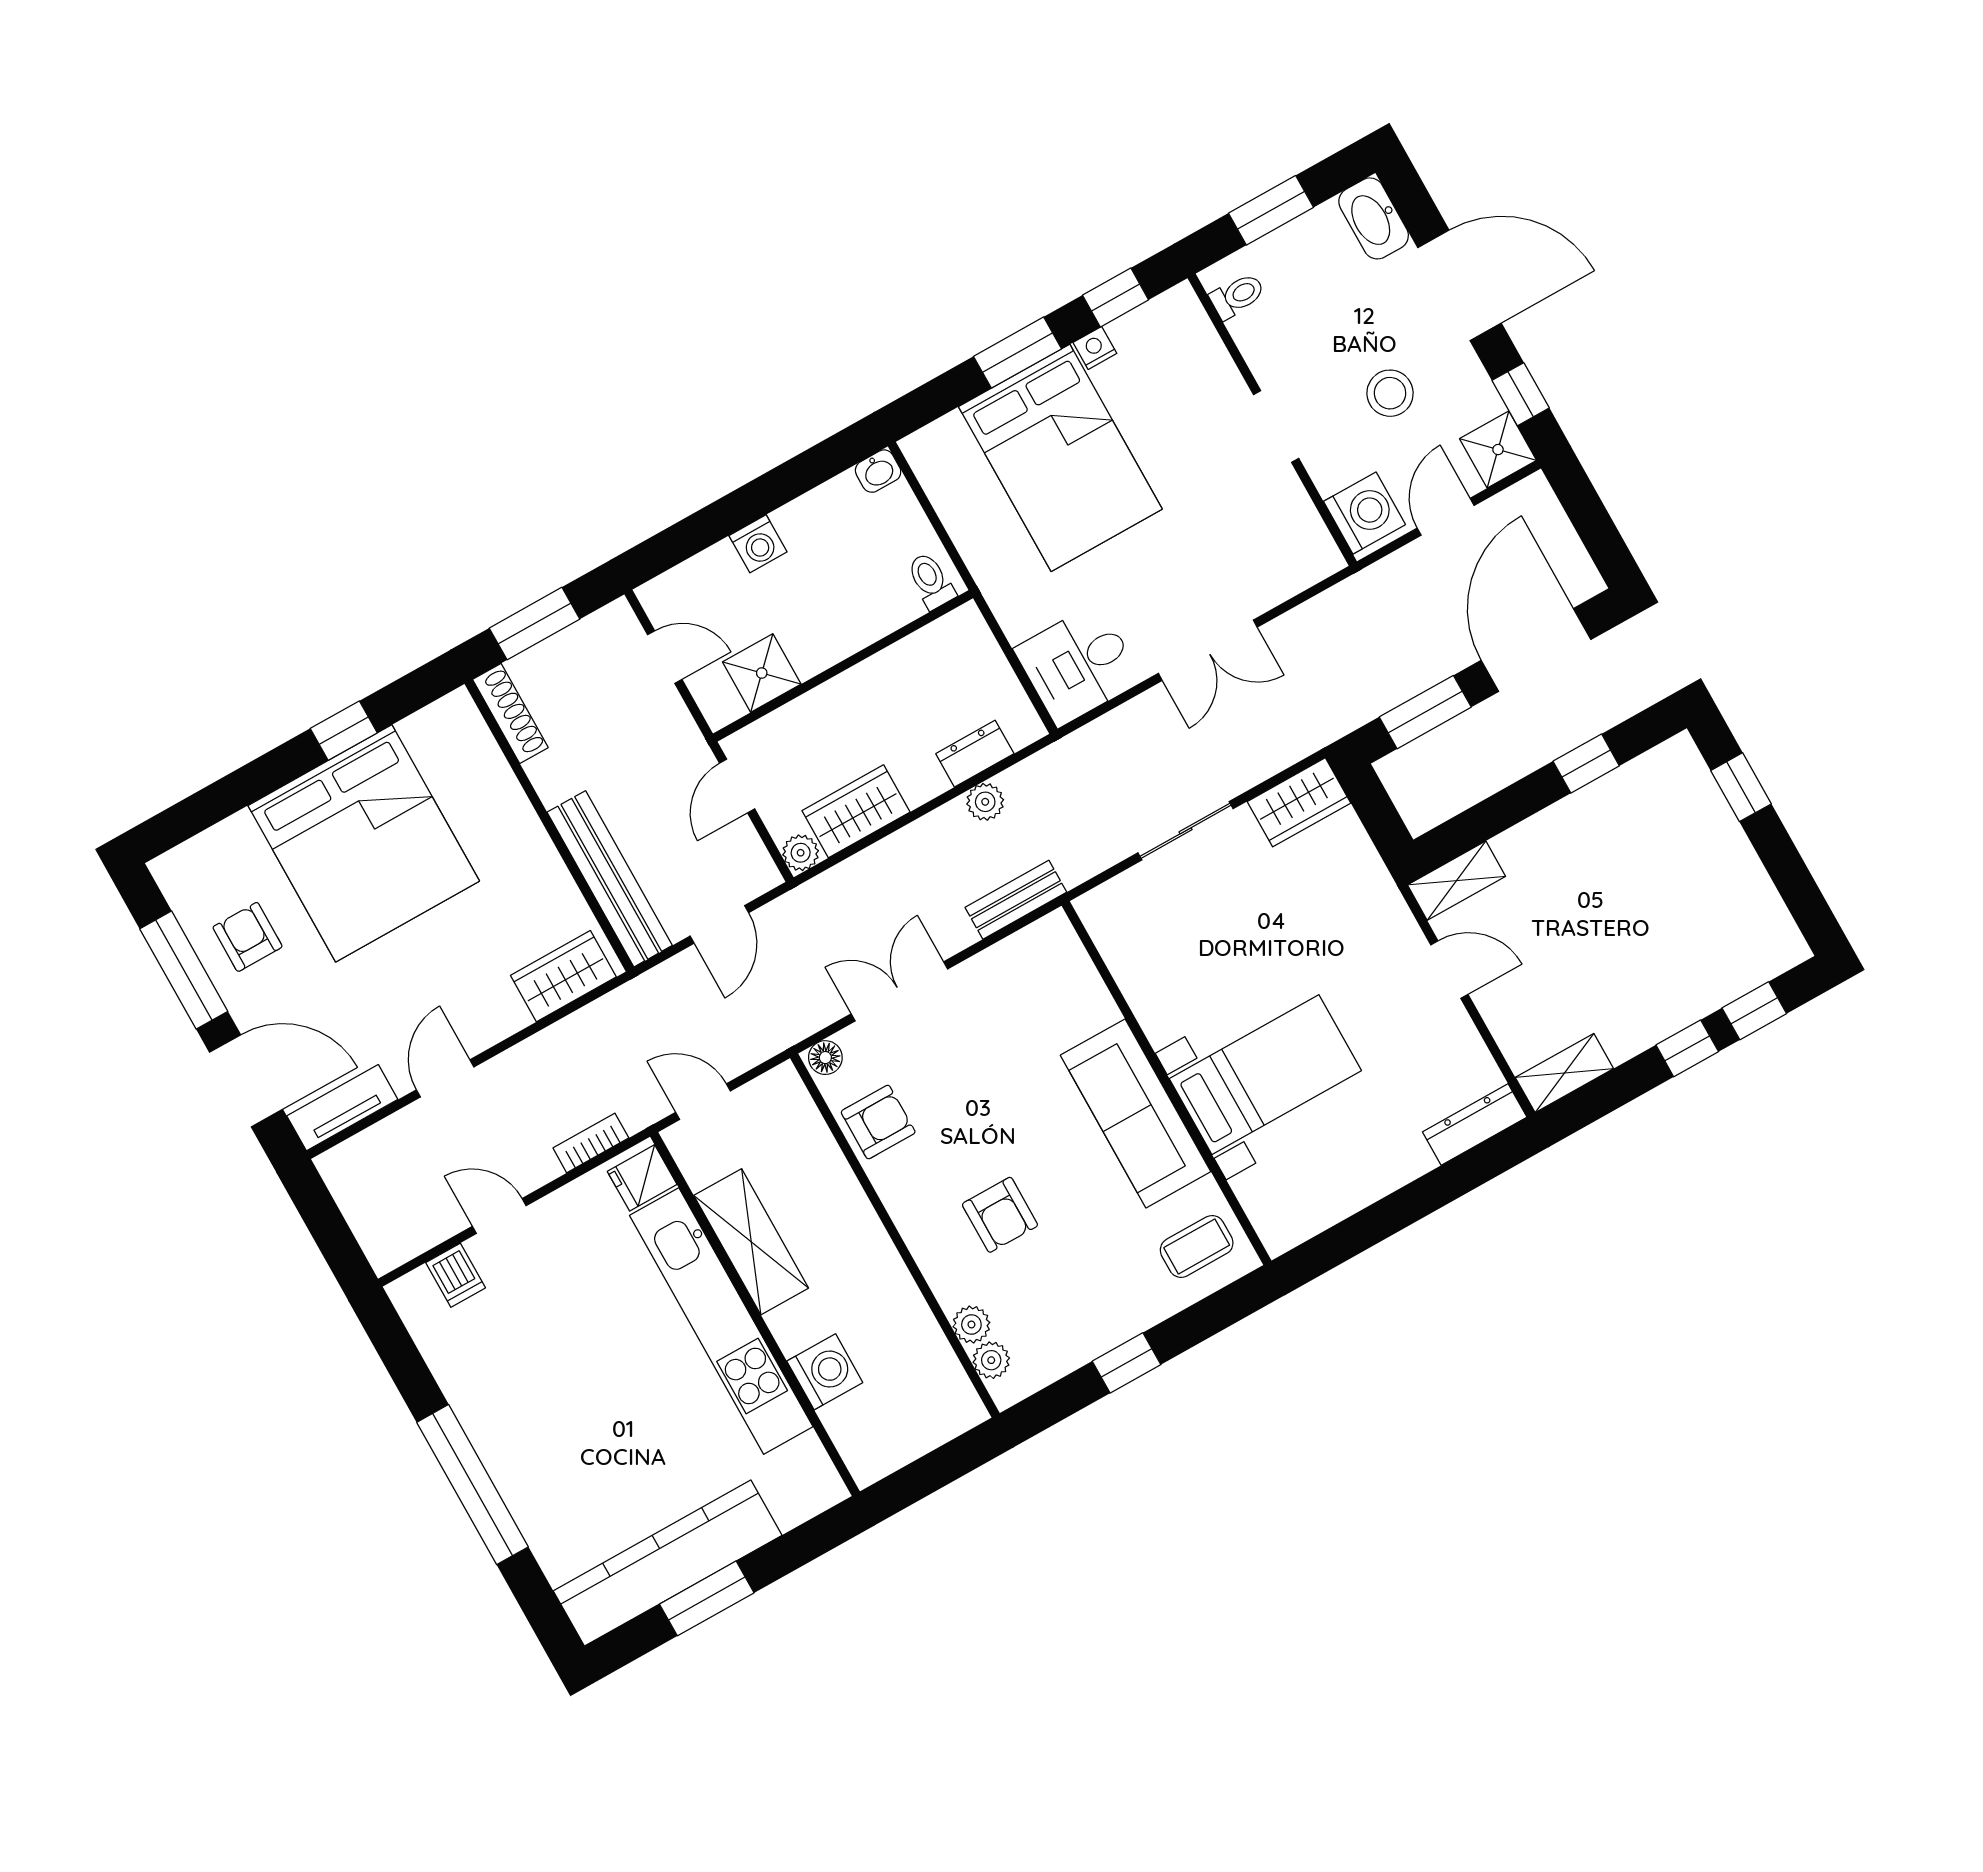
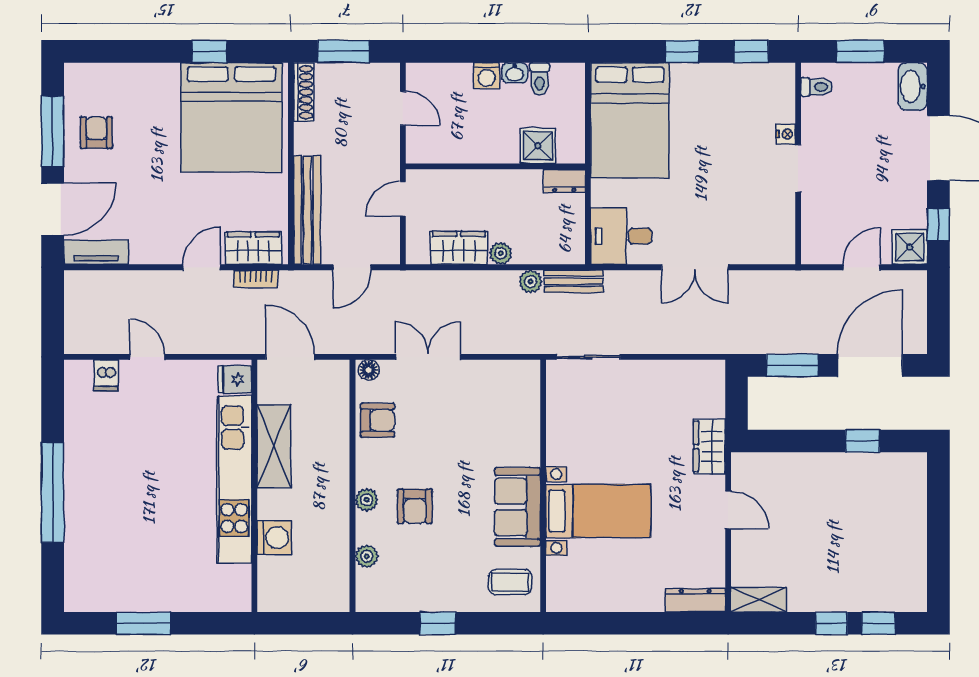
nightstand: (1095, 348) -> (786, 134), moved, turned 90
window: (1018, 353) -> (682, 51), width x0.67
stool: (1390, 393) -> (869, 185), removed
bed: (1060, 458) -> (630, 120), moved
washbasin: (878, 471) -> (515, 73), moved
washing machine: (1364, 513) -> (819, 241), removed
toilet: (931, 581) -> (540, 79), moved, turned 180
shower: (762, 673) -> (538, 146), moved
dresser: (975, 754) -> (564, 181), moved, turned 180
window: (1741, 787) -> (938, 500), removed
wardrobe: (1299, 802) -> (709, 447), moved, turned 90
sliding door: (1186, 831) -> (588, 357), moved
bed: (364, 843) -> (231, 118), moved
plant: (801, 853) -> (501, 253), moved
shelving: (1456, 881) -> (758, 465), removed
bench: (1016, 900) -> (574, 281), moved
door: (445, 1078) -> (202, 267), moved
door: (246, 1081) -> (53, 209), hinge flipped
door: (703, 1102) -> (290, 357), width x1.37
sofa: (1136, 1113) -> (517, 507), width x0.73
bookcase: (591, 1143) -> (256, 279), moved, turned 180
plant: (991, 1360) -> (367, 500), moved
kitchen counter: (668, 1563) -> (133, 593), removed

